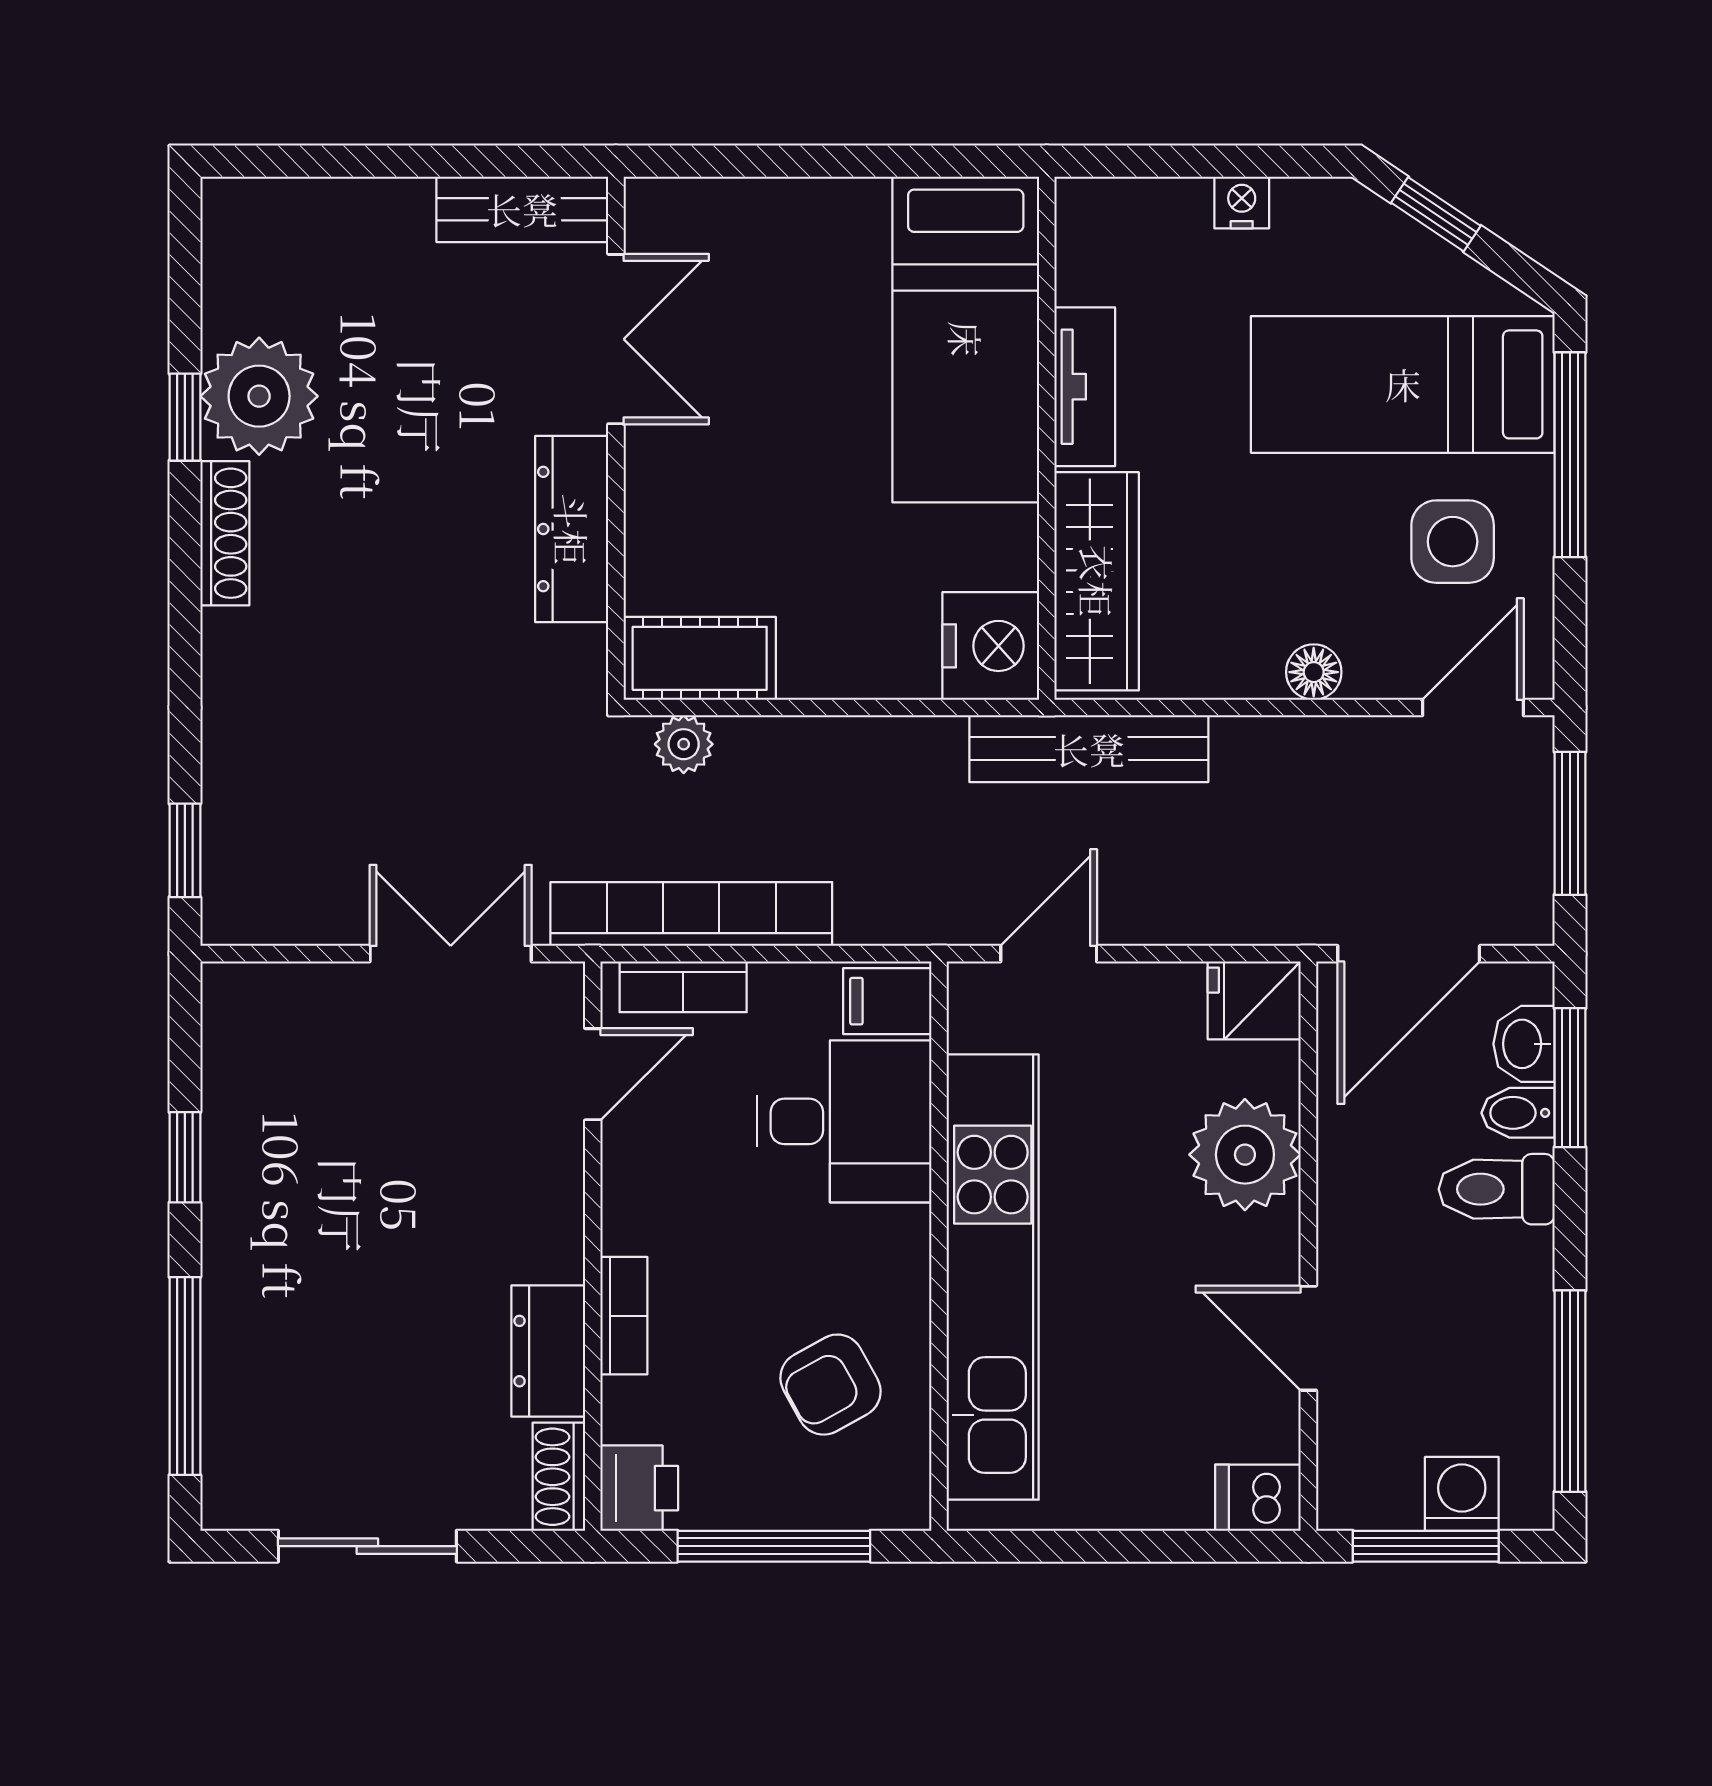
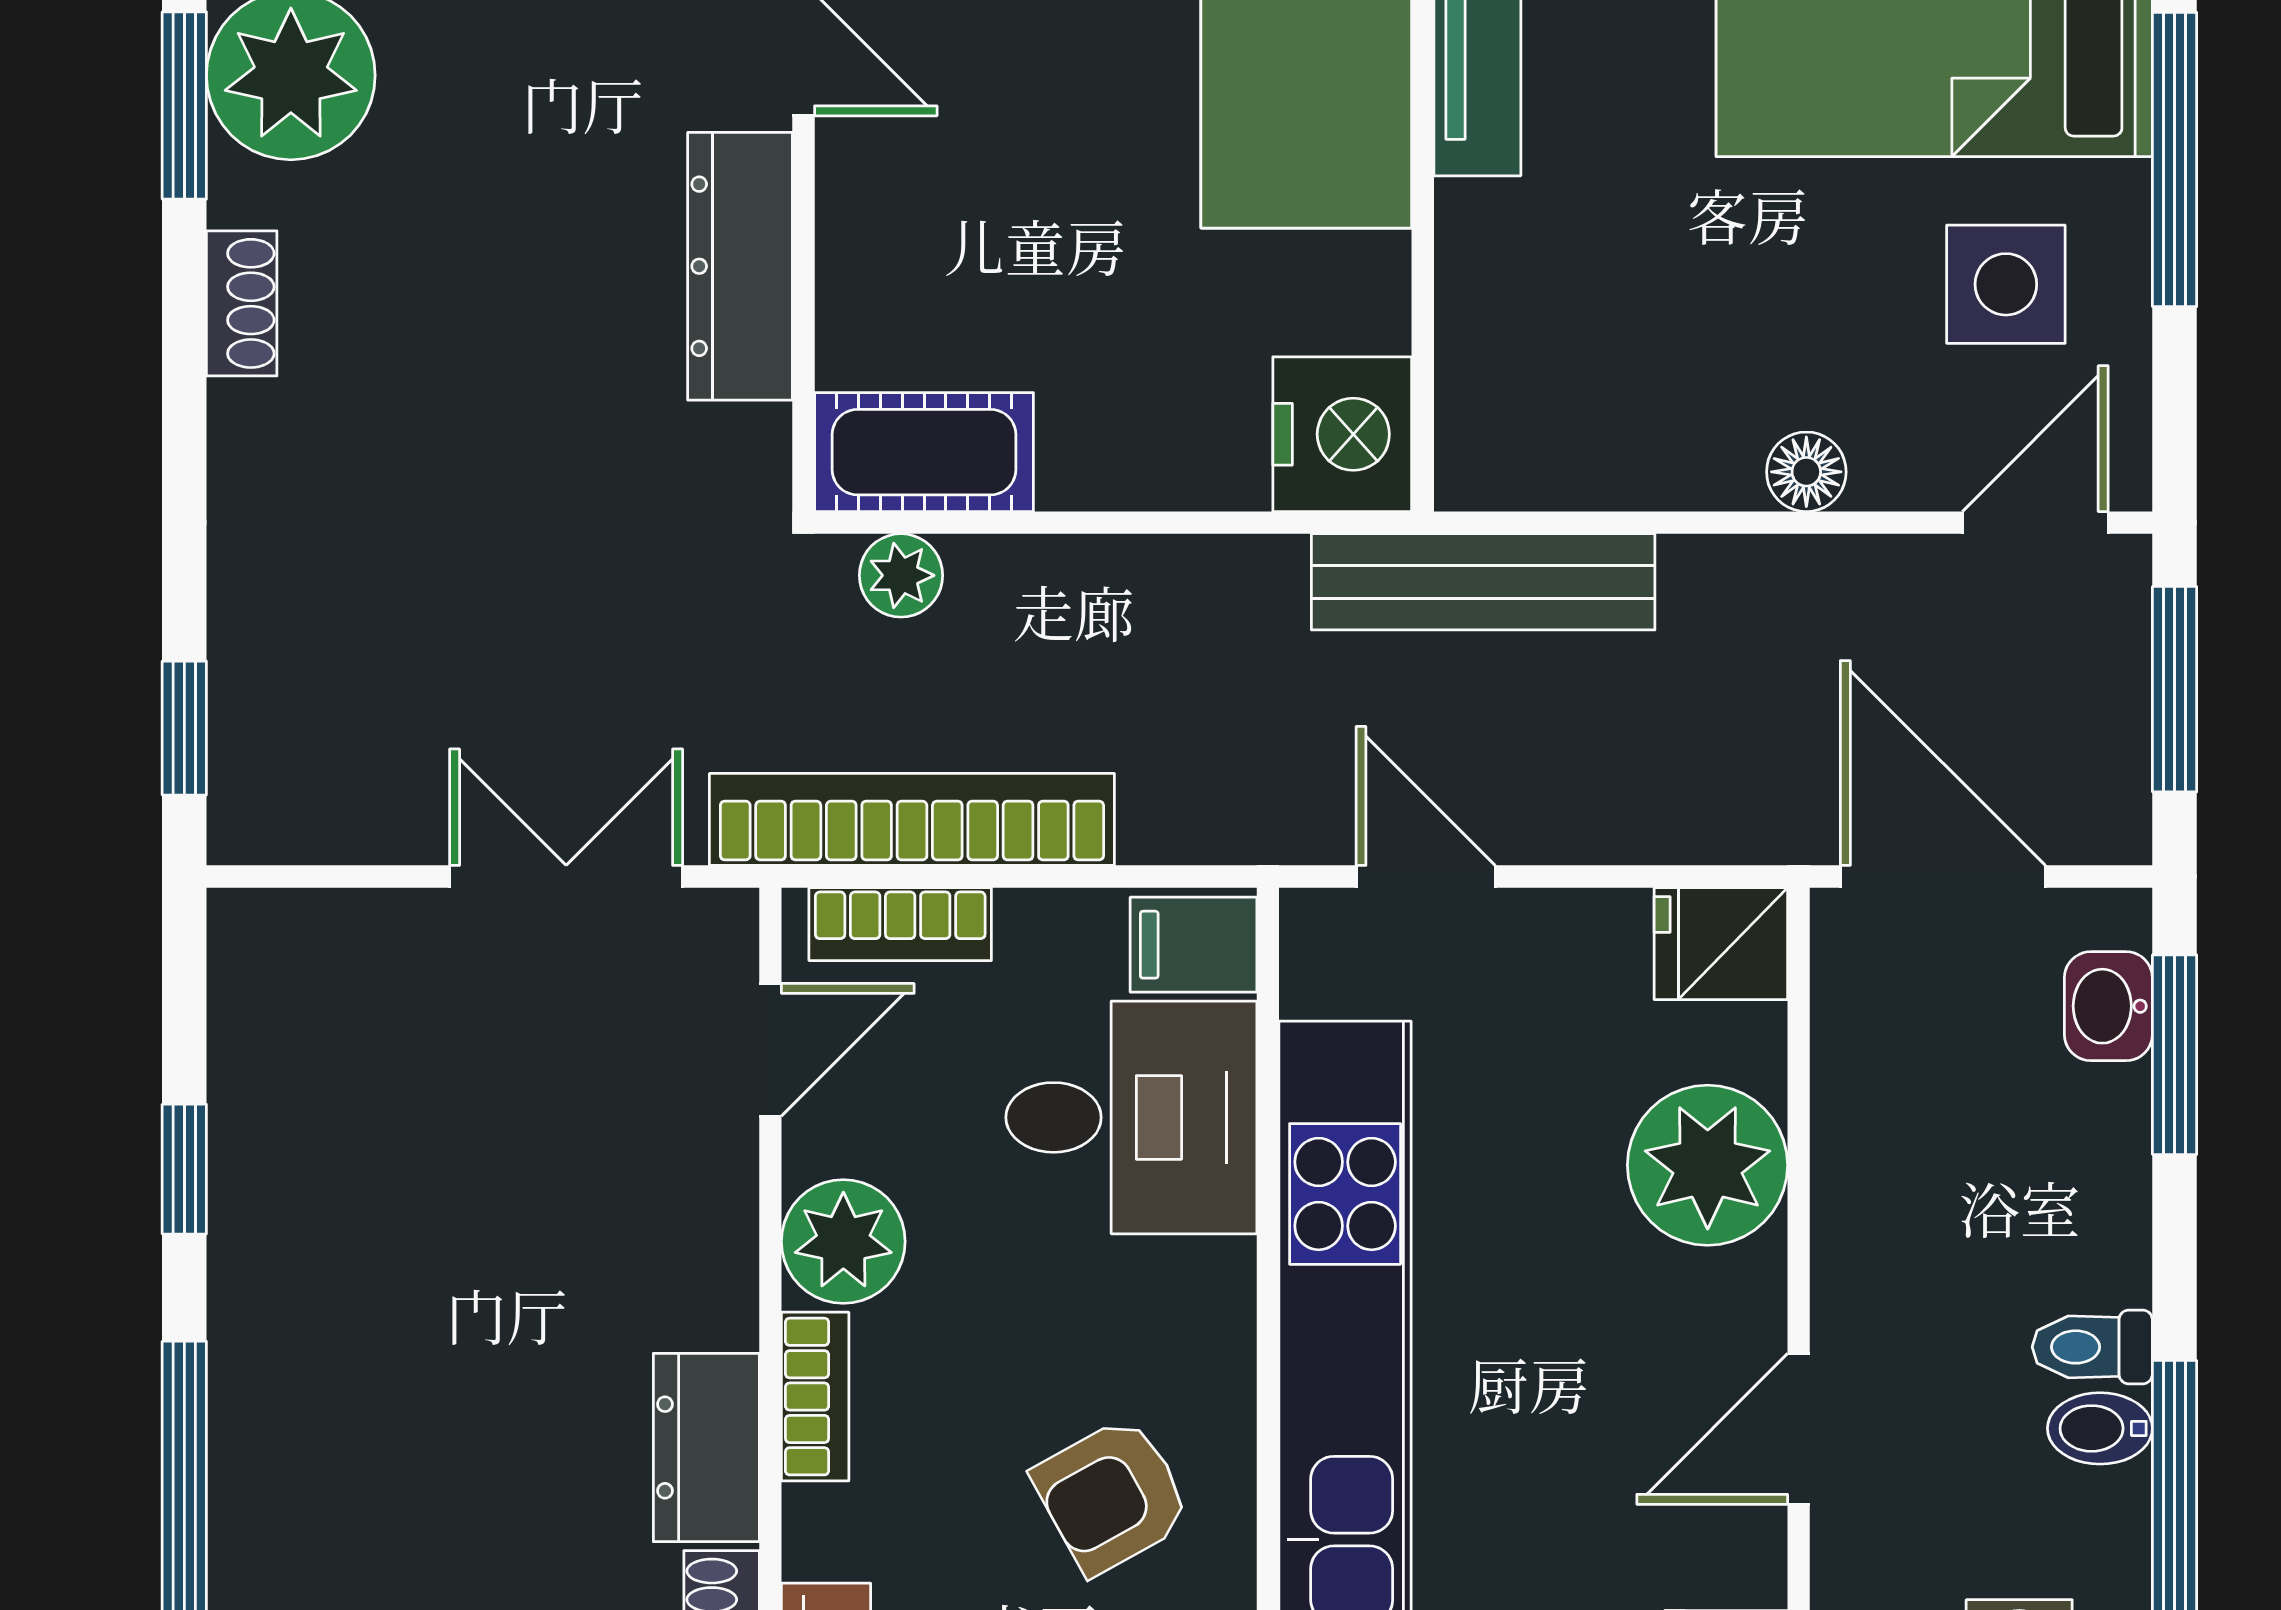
window: (185, 417) -> (184, 105), width x1.50
shoe rack: (225, 533) -> (242, 303), width x0.70
wardrobe: (1097, 581) -> (1494, 341), removed
door: (1049, 954) -> (1426, 877), hinge flipped
door: (1409, 954) -> (1943, 877), swing flipped
bidet: (1518, 1113) -> (2100, 1428), moved
toilet: (1497, 1189) -> (2092, 1347), moved, width x0.73, depth x0.72
plant: (644, 1208) -> (843, 1242), added
door: (1308, 1338) -> (1799, 1429), hinge flipped

